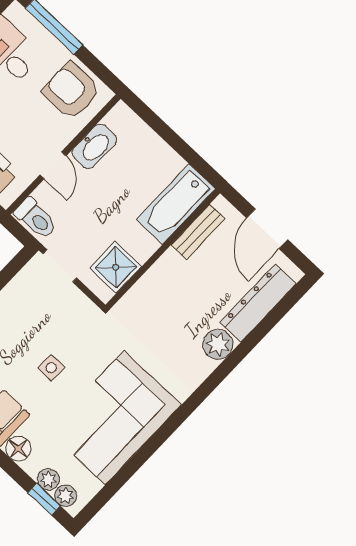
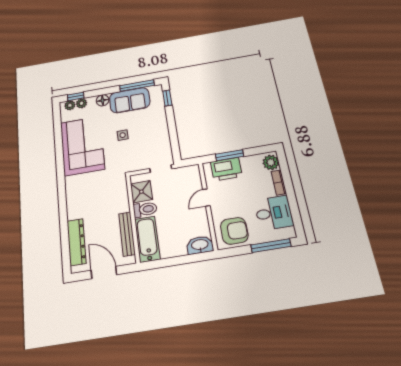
washbasin: (94, 146) -> (200, 245), moved, turned 90
door: (53, 165) -> (206, 198), hinge flipped
toilet: (36, 218) -> (145, 209), moved, turned 180
bench: (198, 232) -> (127, 234), width x1.36
plant: (218, 344) -> (74, 211), removed

